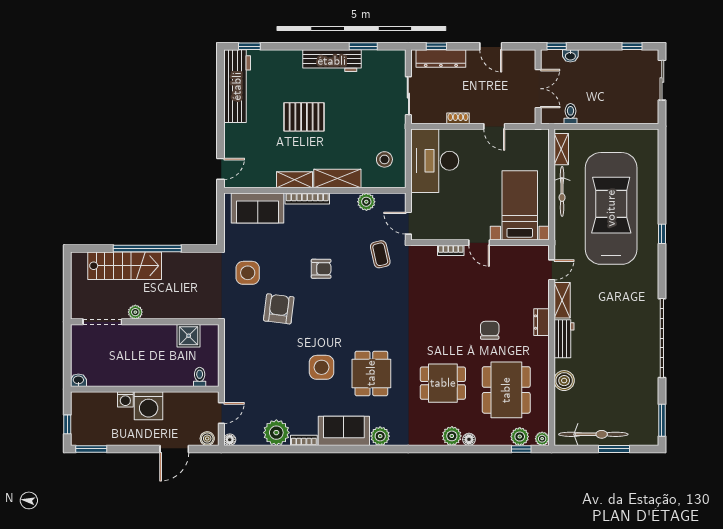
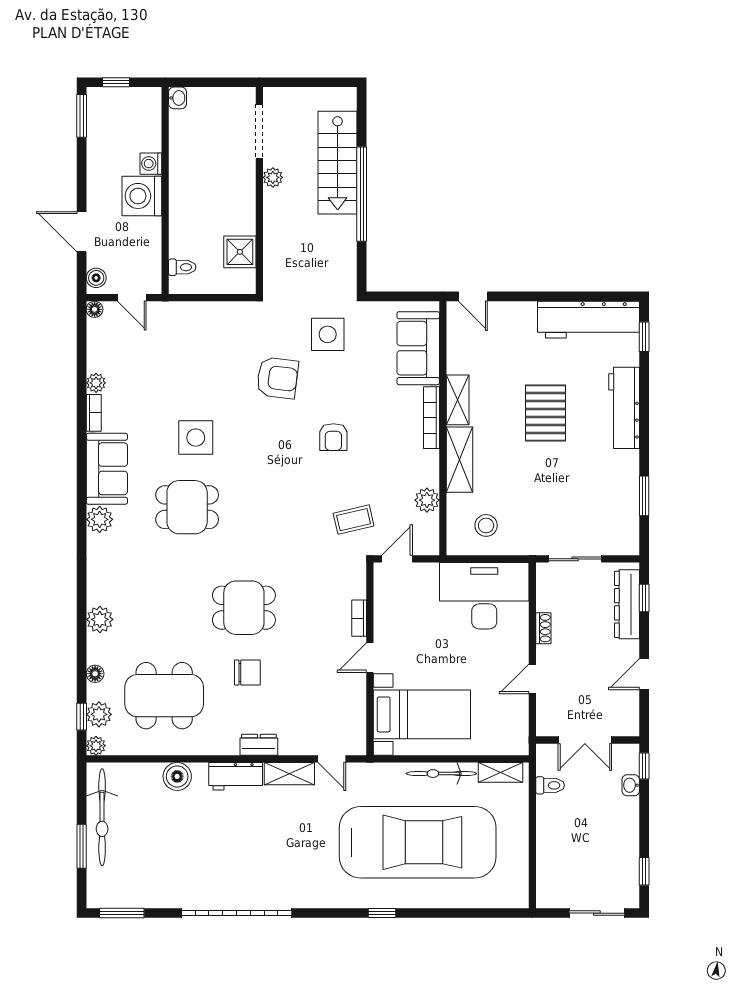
workbench: (332, 61) -> (624, 408), moved
dining table: (443, 383) -> (244, 608), moved, turned 90
plant: (276, 433) -> (96, 383), width x0.53, depth x0.53
floor lamp: (469, 439) -> (95, 674), moved

